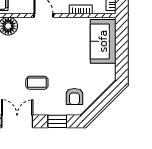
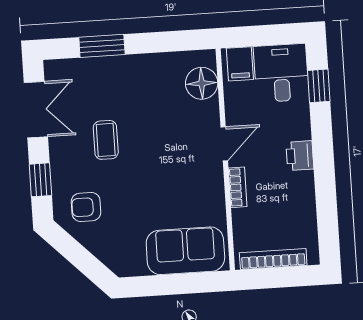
bookcase: (81, 9) -> (238, 187), moved

